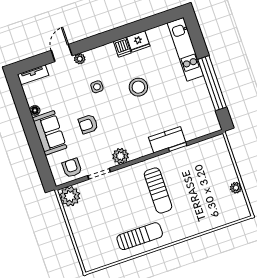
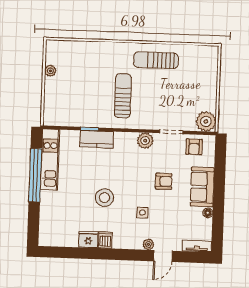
kitchen unit: (185, 49) -> (50, 160), moved

